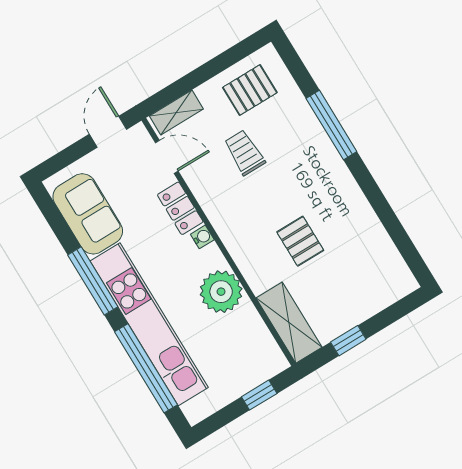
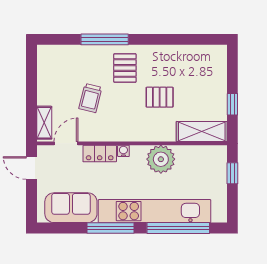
pallet: (250, 90) -> (125, 68), moved
trolley: (245, 153) -> (90, 98), turned -76

